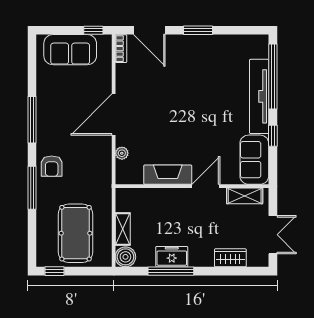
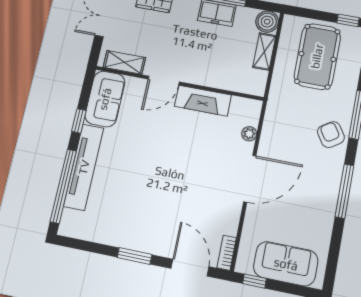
armchair: (52, 166) -> (331, 135), turned -33

